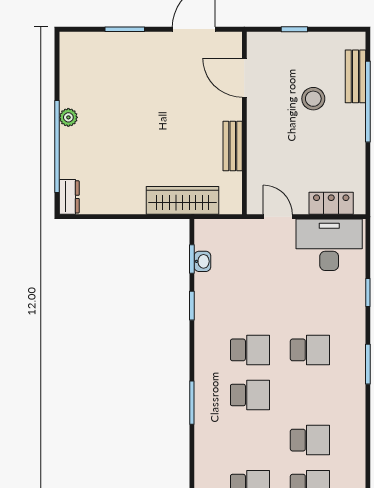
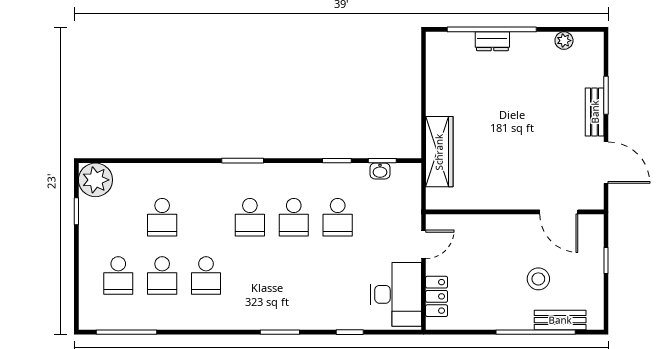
door: (244, 78) -> (559, 212), swing flipped
plant: (68, 117) -> (564, 41), moved
bench: (233, 146) -> (595, 112), moved, turned 90
dresser: (69, 197) -> (492, 41), moved
school desk: (310, 350) -> (338, 217), moved

